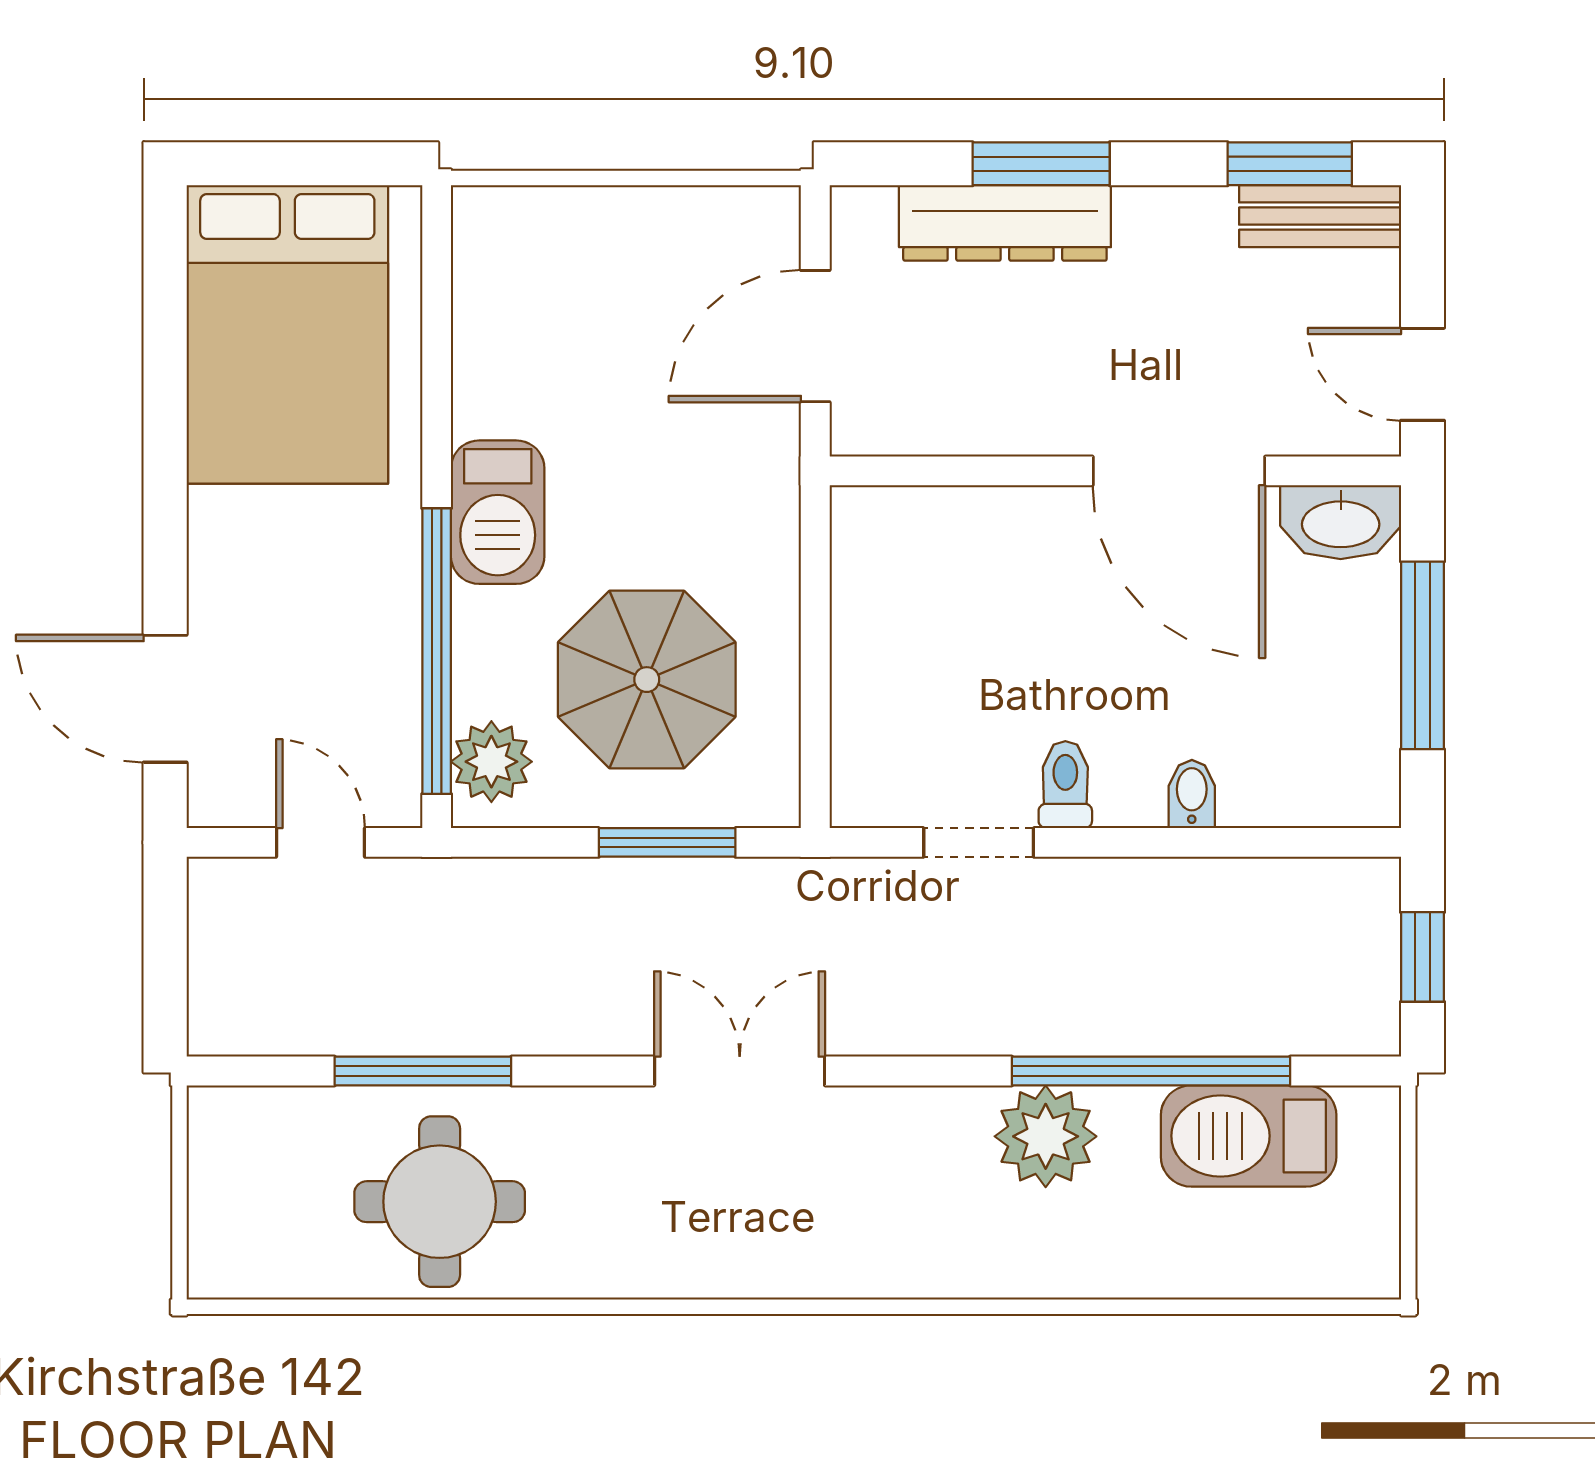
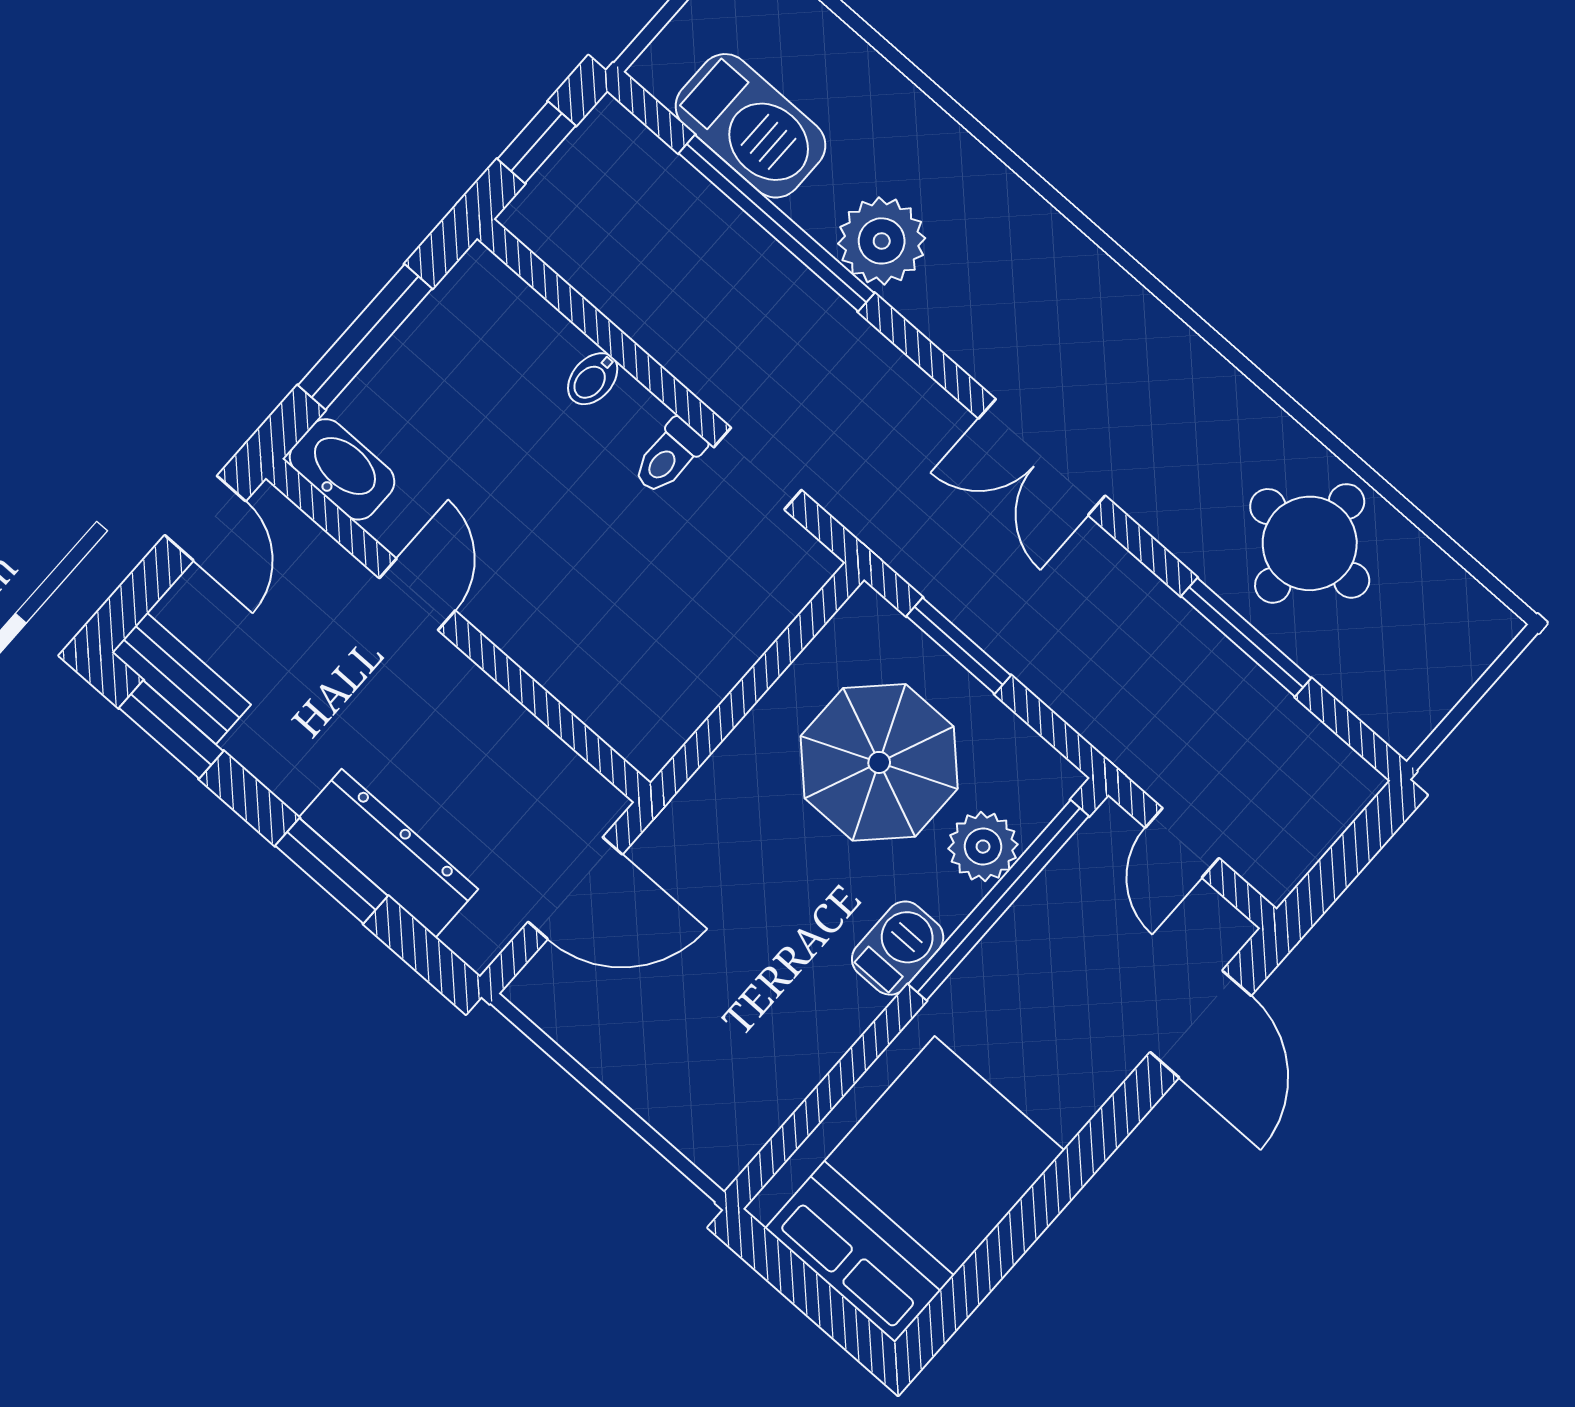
door: (1179, 471) -> (417, 594), width x0.53
barbecue: (498, 512) -> (898, 948), width x0.73, depth x0.79
plant: (491, 762) -> (983, 847), moved

